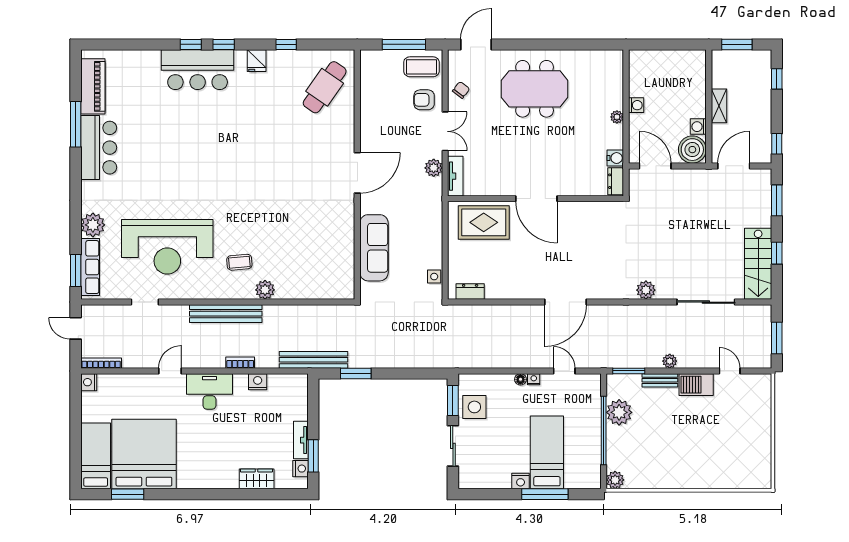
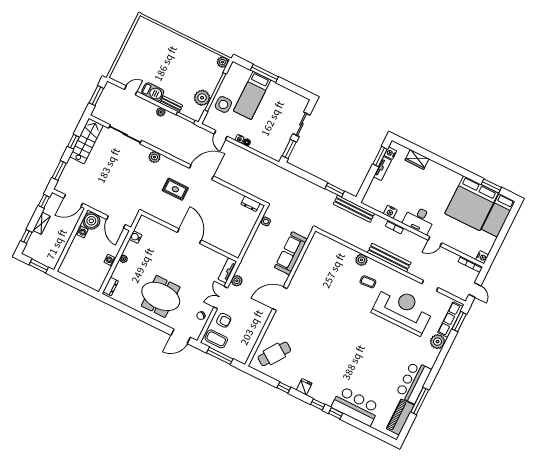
bar counter: (198, 70) -> (356, 406), moved
shelving: (719, 106) -> (42, 223), moved
dresser: (616, 181) -> (111, 286), moved
rug: (484, 222) -> (175, 189), moved, width x0.73, depth x0.70
door: (730, 371) -> (131, 90), swing flipped
side table: (474, 407) -> (223, 104), moved
nightstand: (521, 481) -> (274, 87), removed

